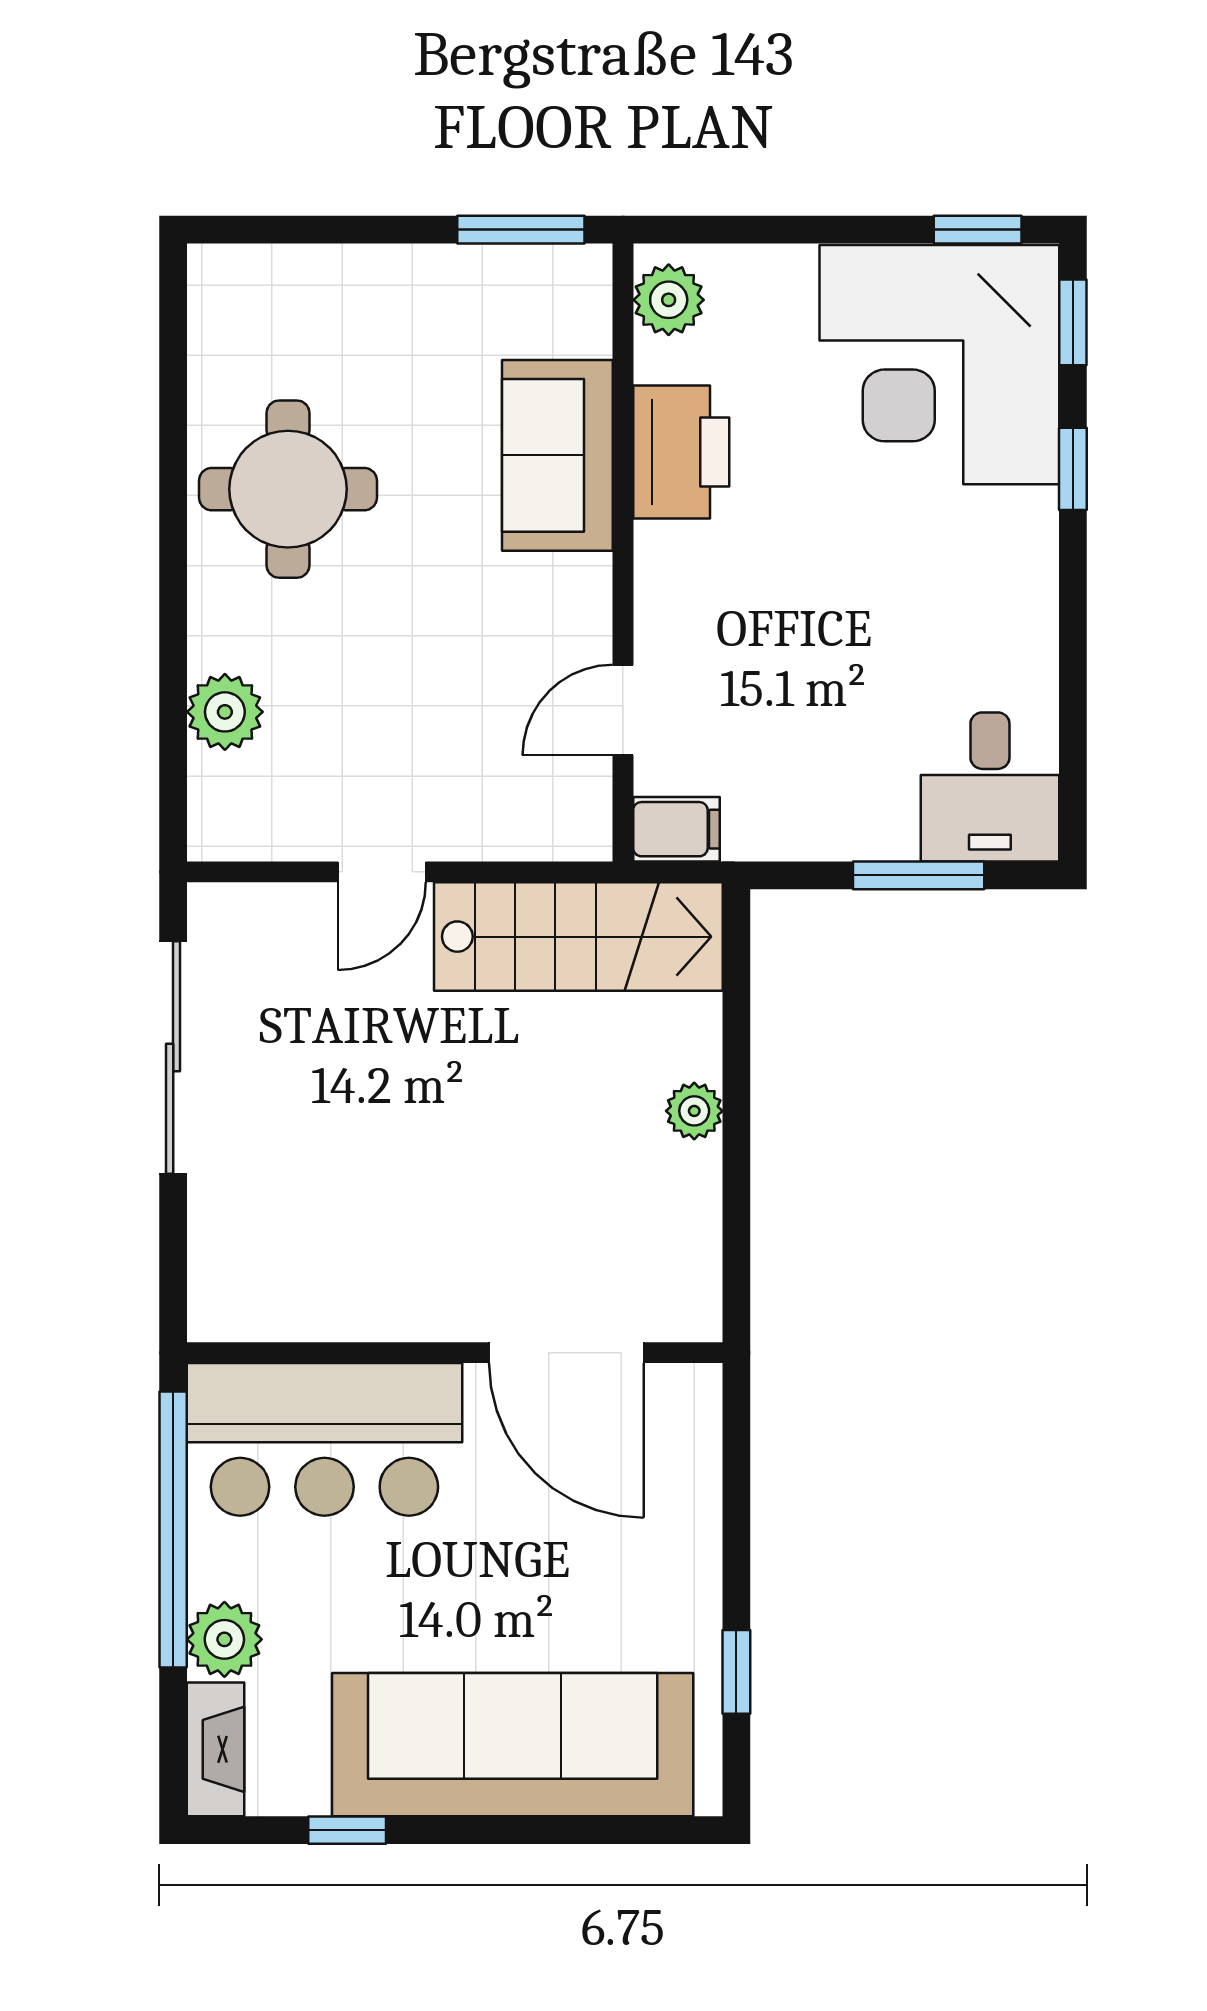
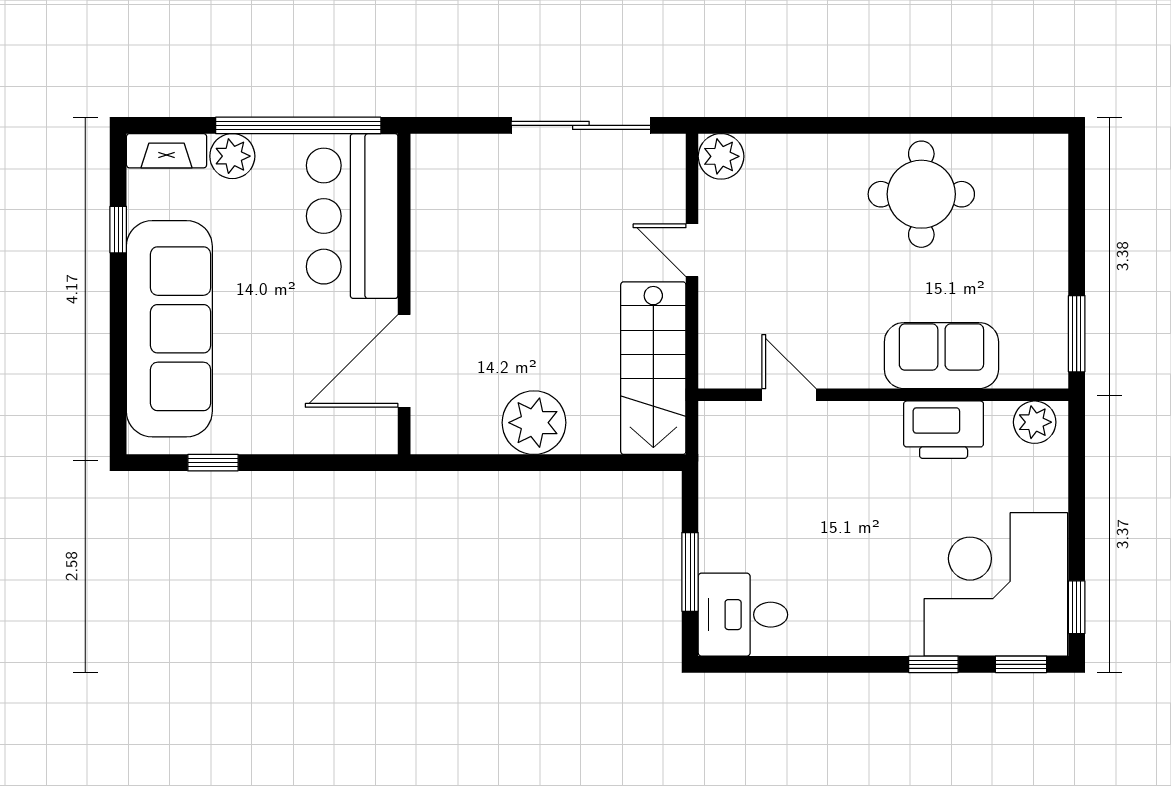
plant: (225, 712) -> (721, 156), moved
filing cabinet: (676, 829) -> (718, 427), removed
plant: (694, 1111) -> (534, 423), width x1.87, depth x1.87

